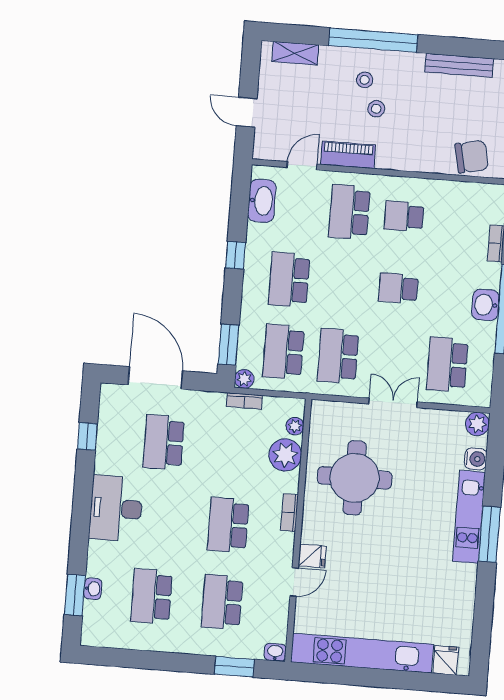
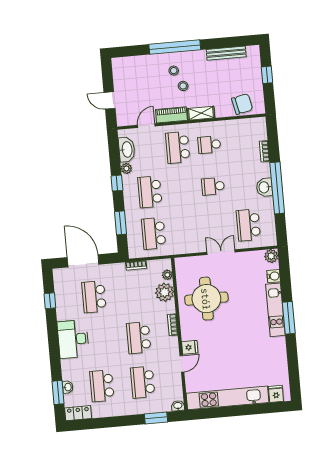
shelving: (295, 53) -> (201, 113), moved
window: (228, 345) -> (120, 223), moved
school desk: (338, 356) -> (185, 231), removed
plant: (244, 379) -> (126, 168), moved
locker: (103, 636) -> (78, 413), added

